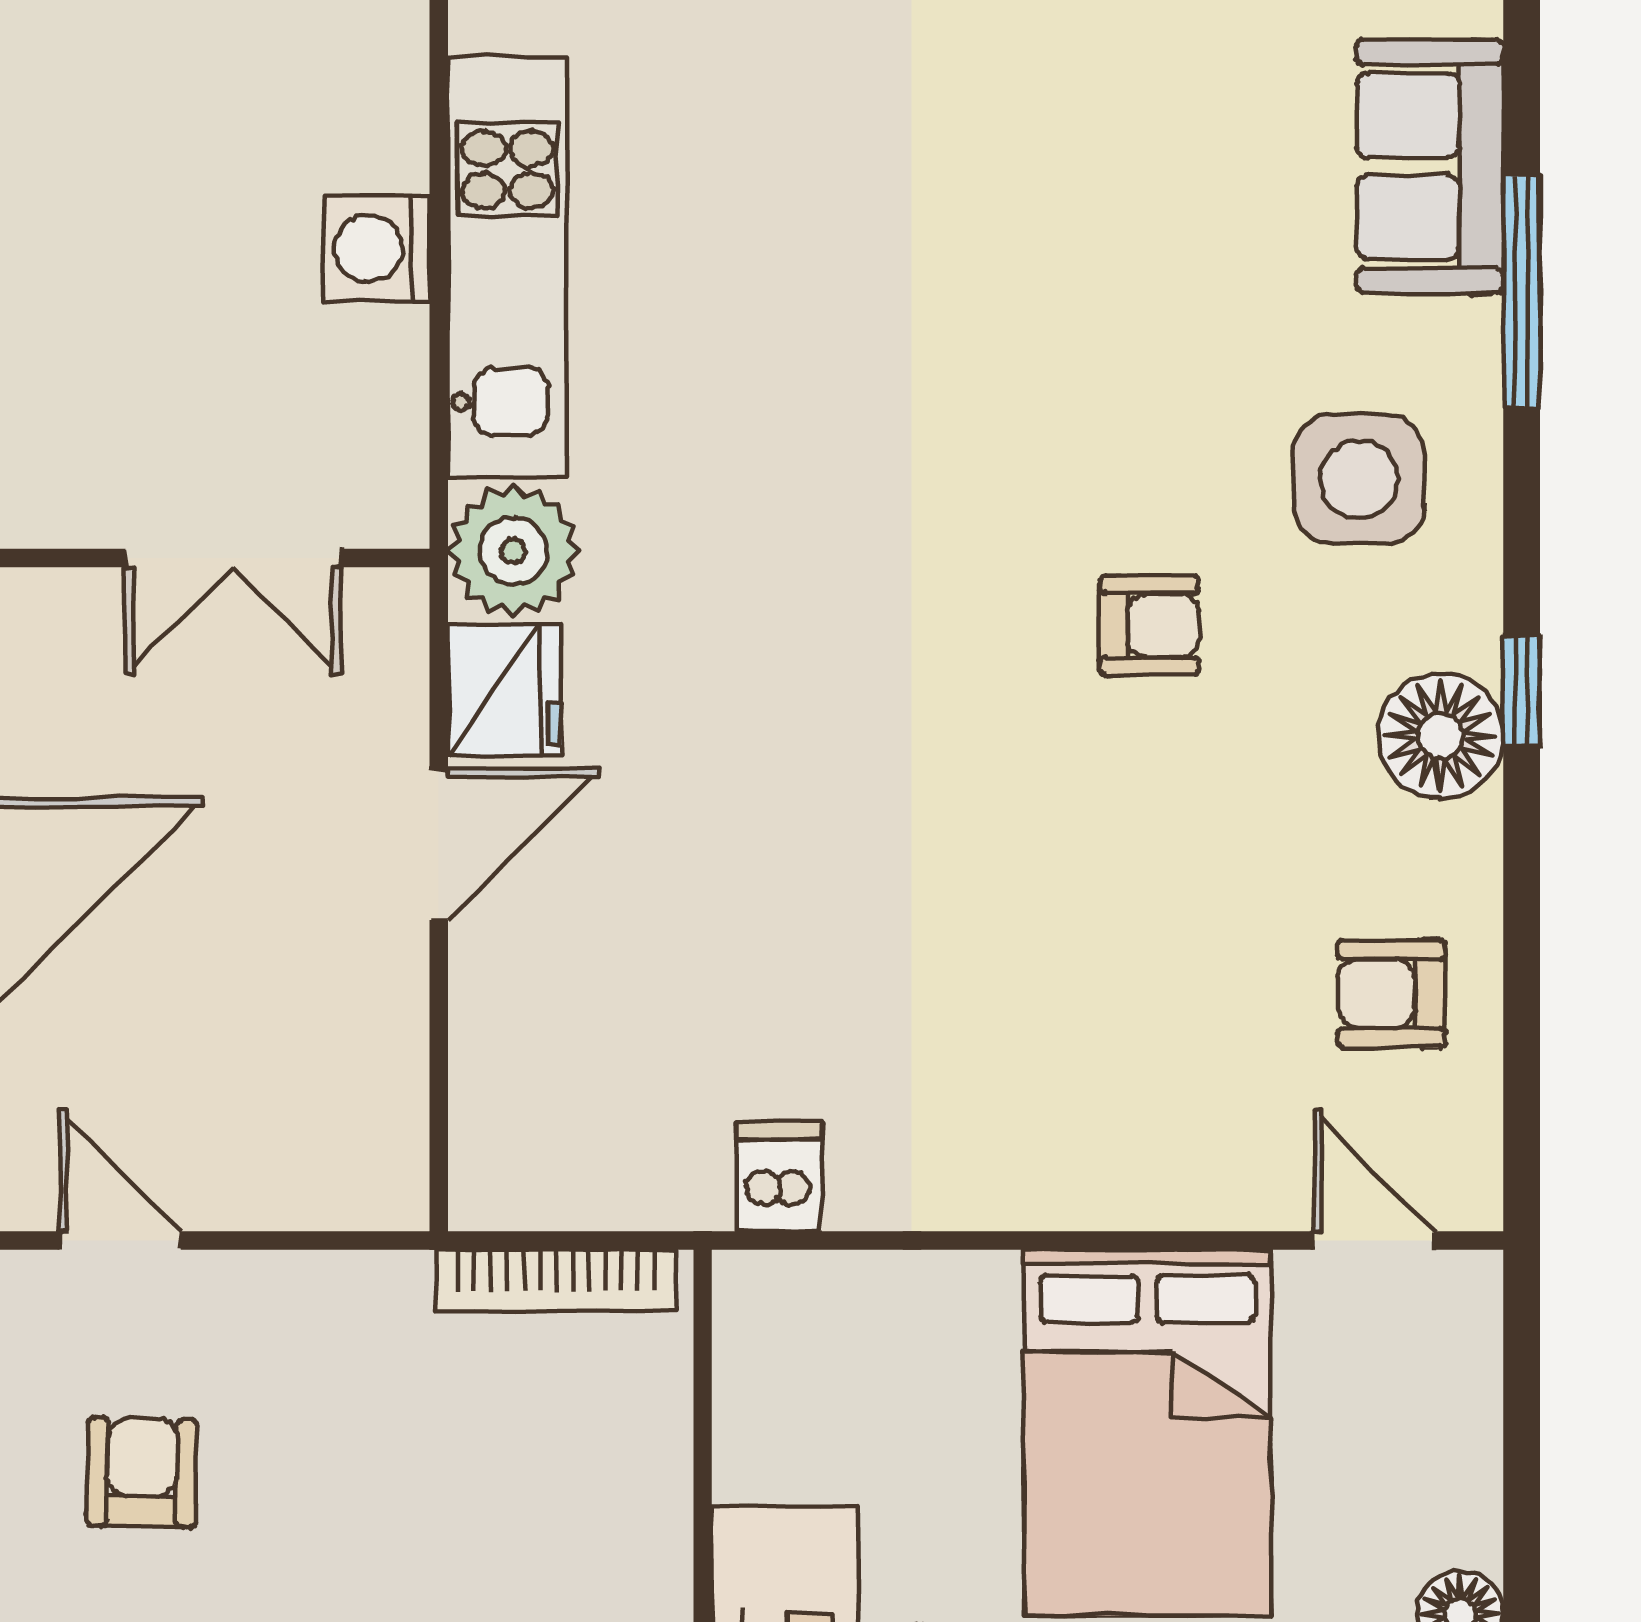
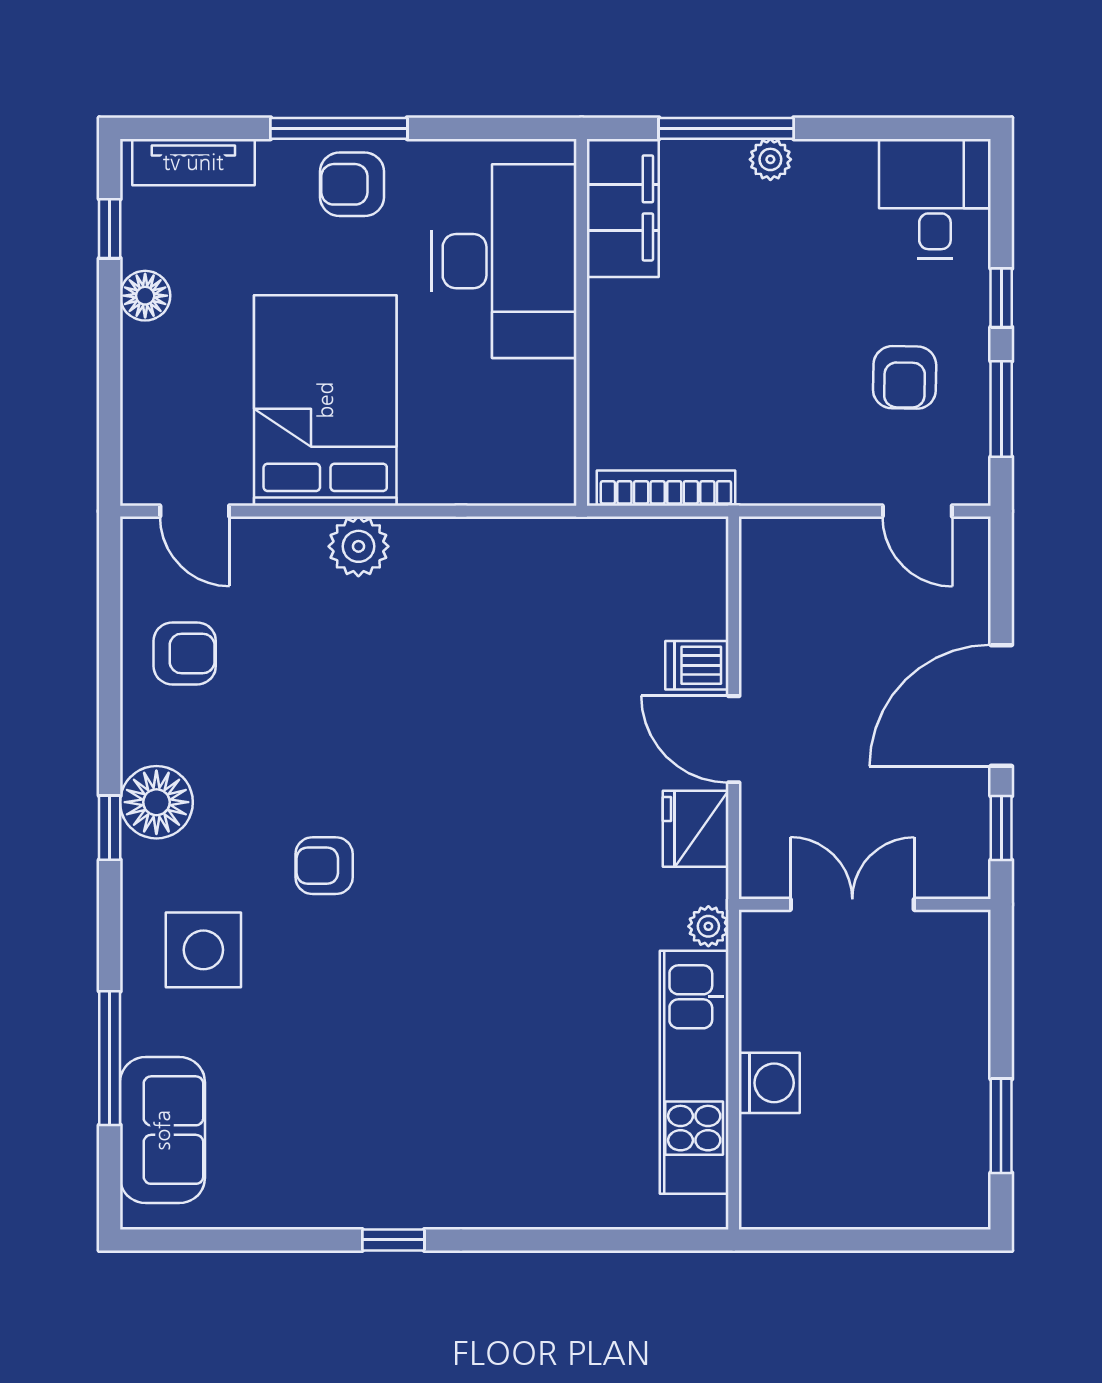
plant: (513, 551) -> (708, 926), width x0.53, depth x0.53
door: (439, 845) -> (734, 739), hinge flipped
dishwasher: (779, 1177) -> (697, 665), moved, turned 90
plant: (1090, 1179) -> (358, 546), added

